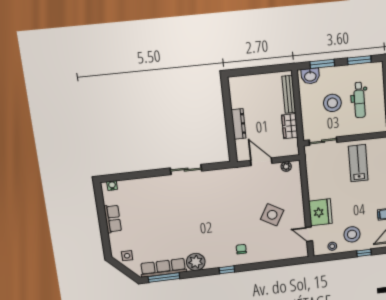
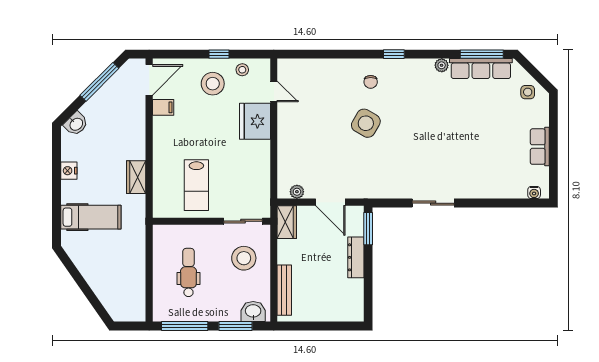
window: (359, 60) -> (185, 326), width x1.44
stool: (332, 103) -> (244, 258), moved
wardrobe: (290, 126) -> (287, 222), moved
window: (232, 146) -> (368, 229), added
side table: (272, 215) -> (366, 123), moved
window: (364, 253) -> (219, 54), moved
plant: (196, 262) -> (442, 65), width x0.53, depth x0.53

